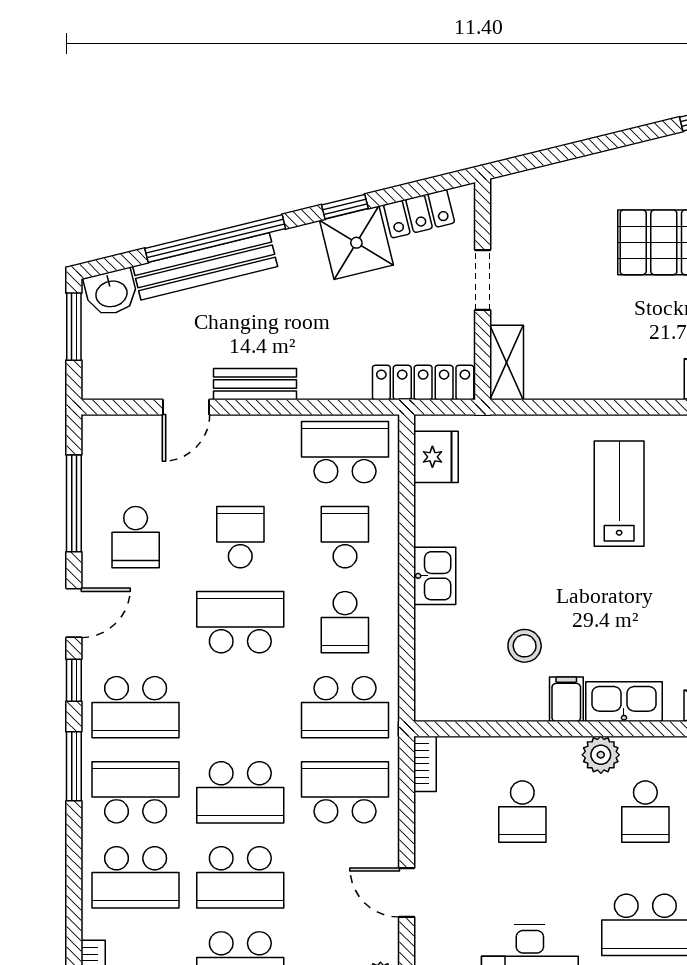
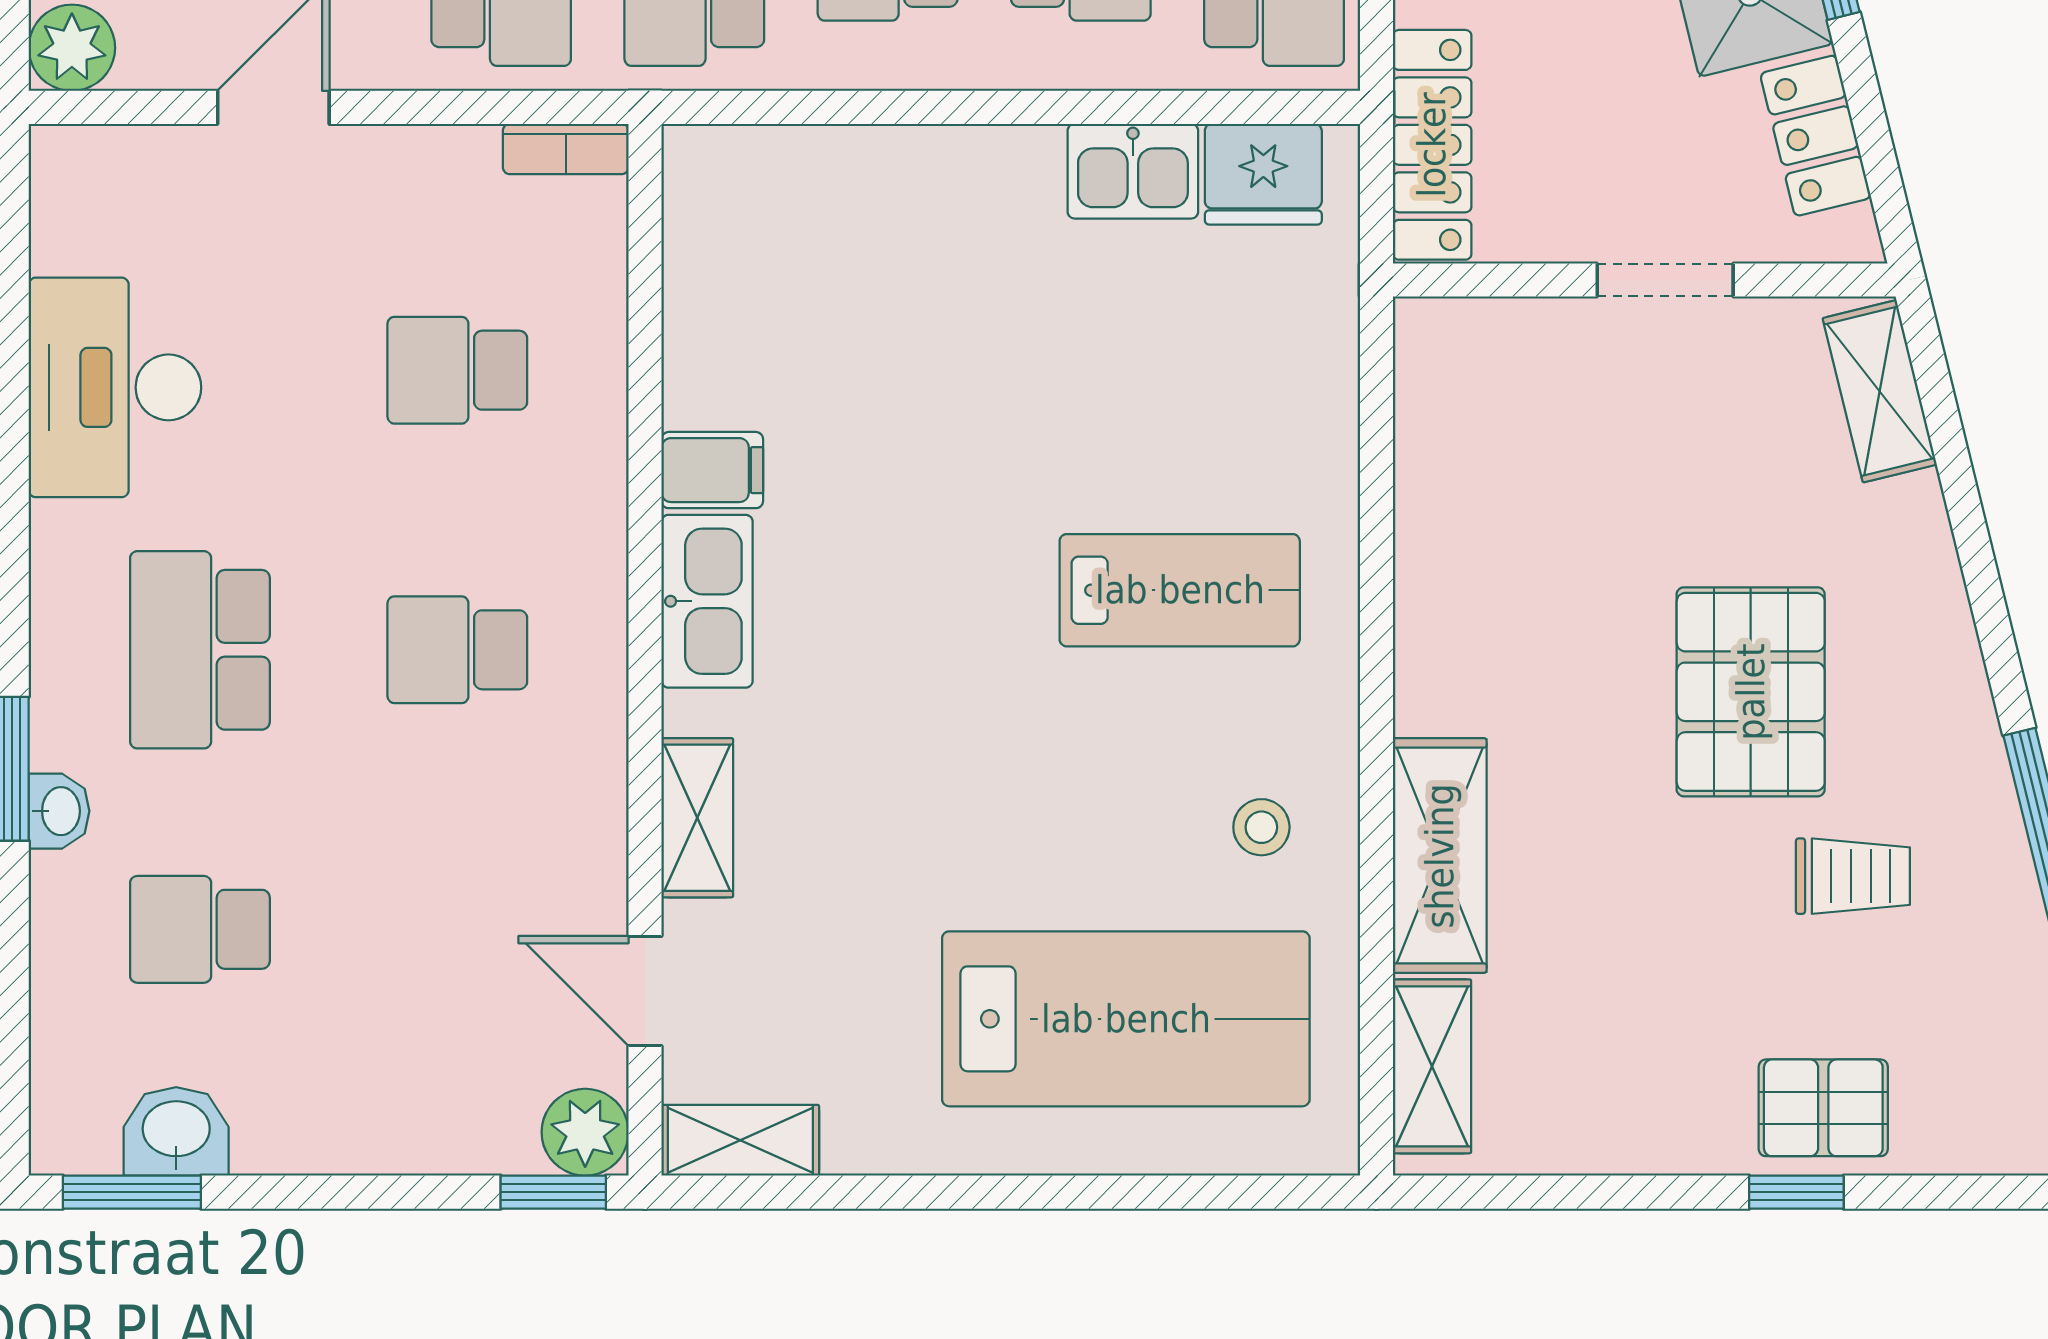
shelving: (507, 363) -> (1880, 391), moved, turned 76
kitchen sink: (435, 576) -> (1133, 171), moved
stool: (525, 646) -> (834, 375), removed
plant: (601, 755) -> (586, 549), removed

